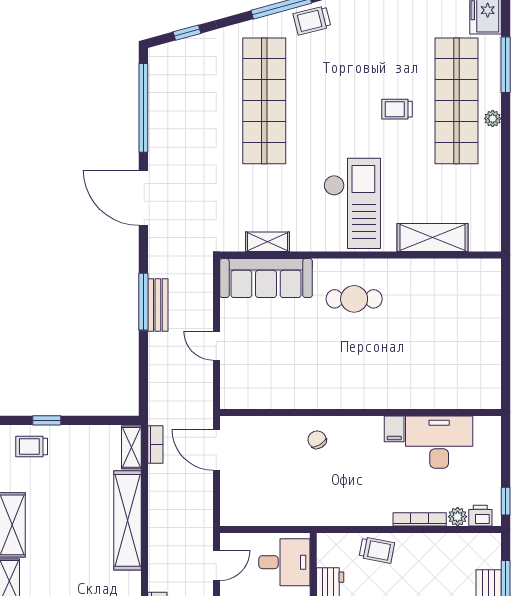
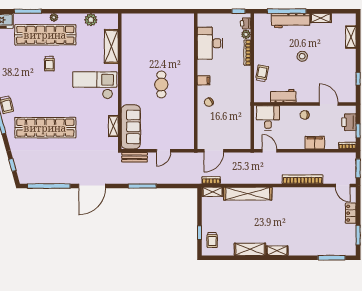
plant: (488, 195) -> (91, 20), added
cafe table: (354, 299) -> (161, 84), moved
bench: (158, 305) -> (135, 157), moved
filing cabinet: (394, 429) -> (204, 80), moved

